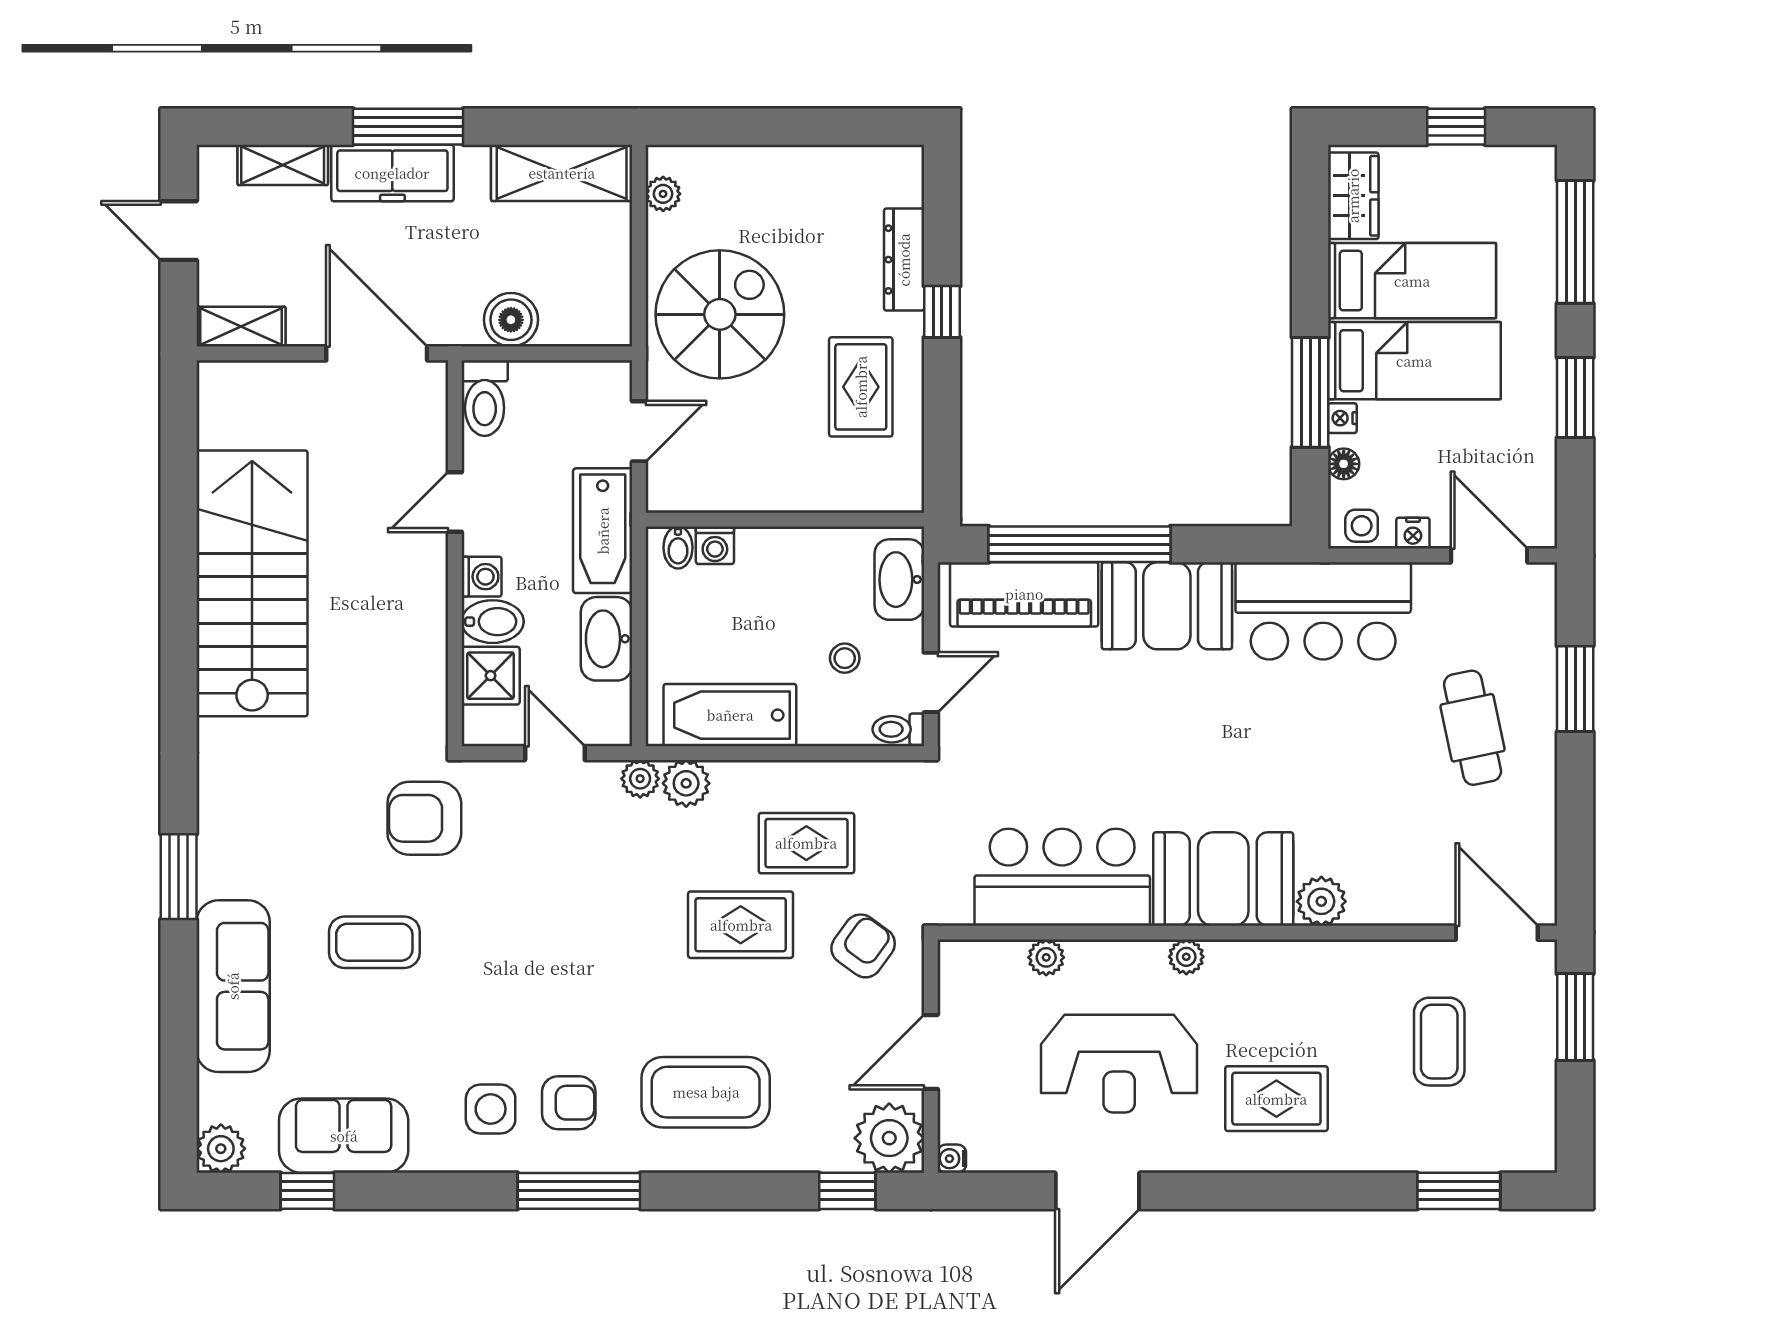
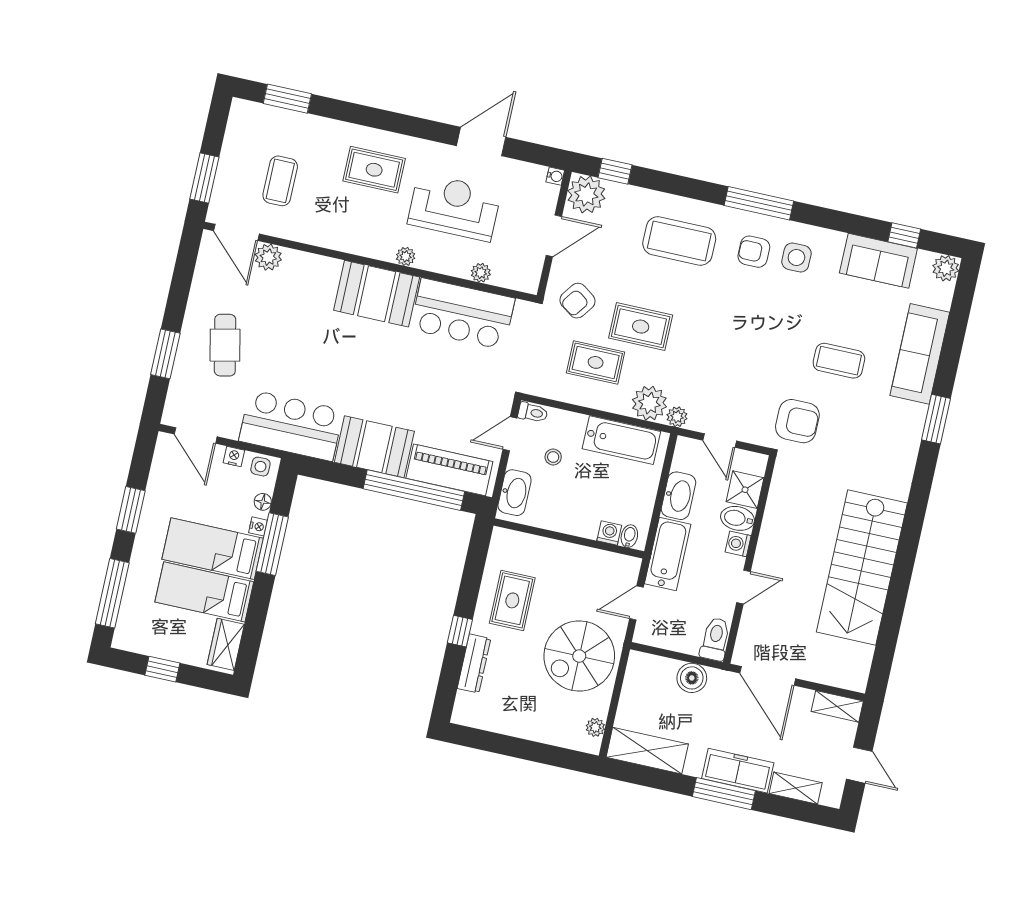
plant: (686, 783) -> (649, 403), width x1.36, depth x1.36
plant: (1321, 901) -> (268, 257), moved

